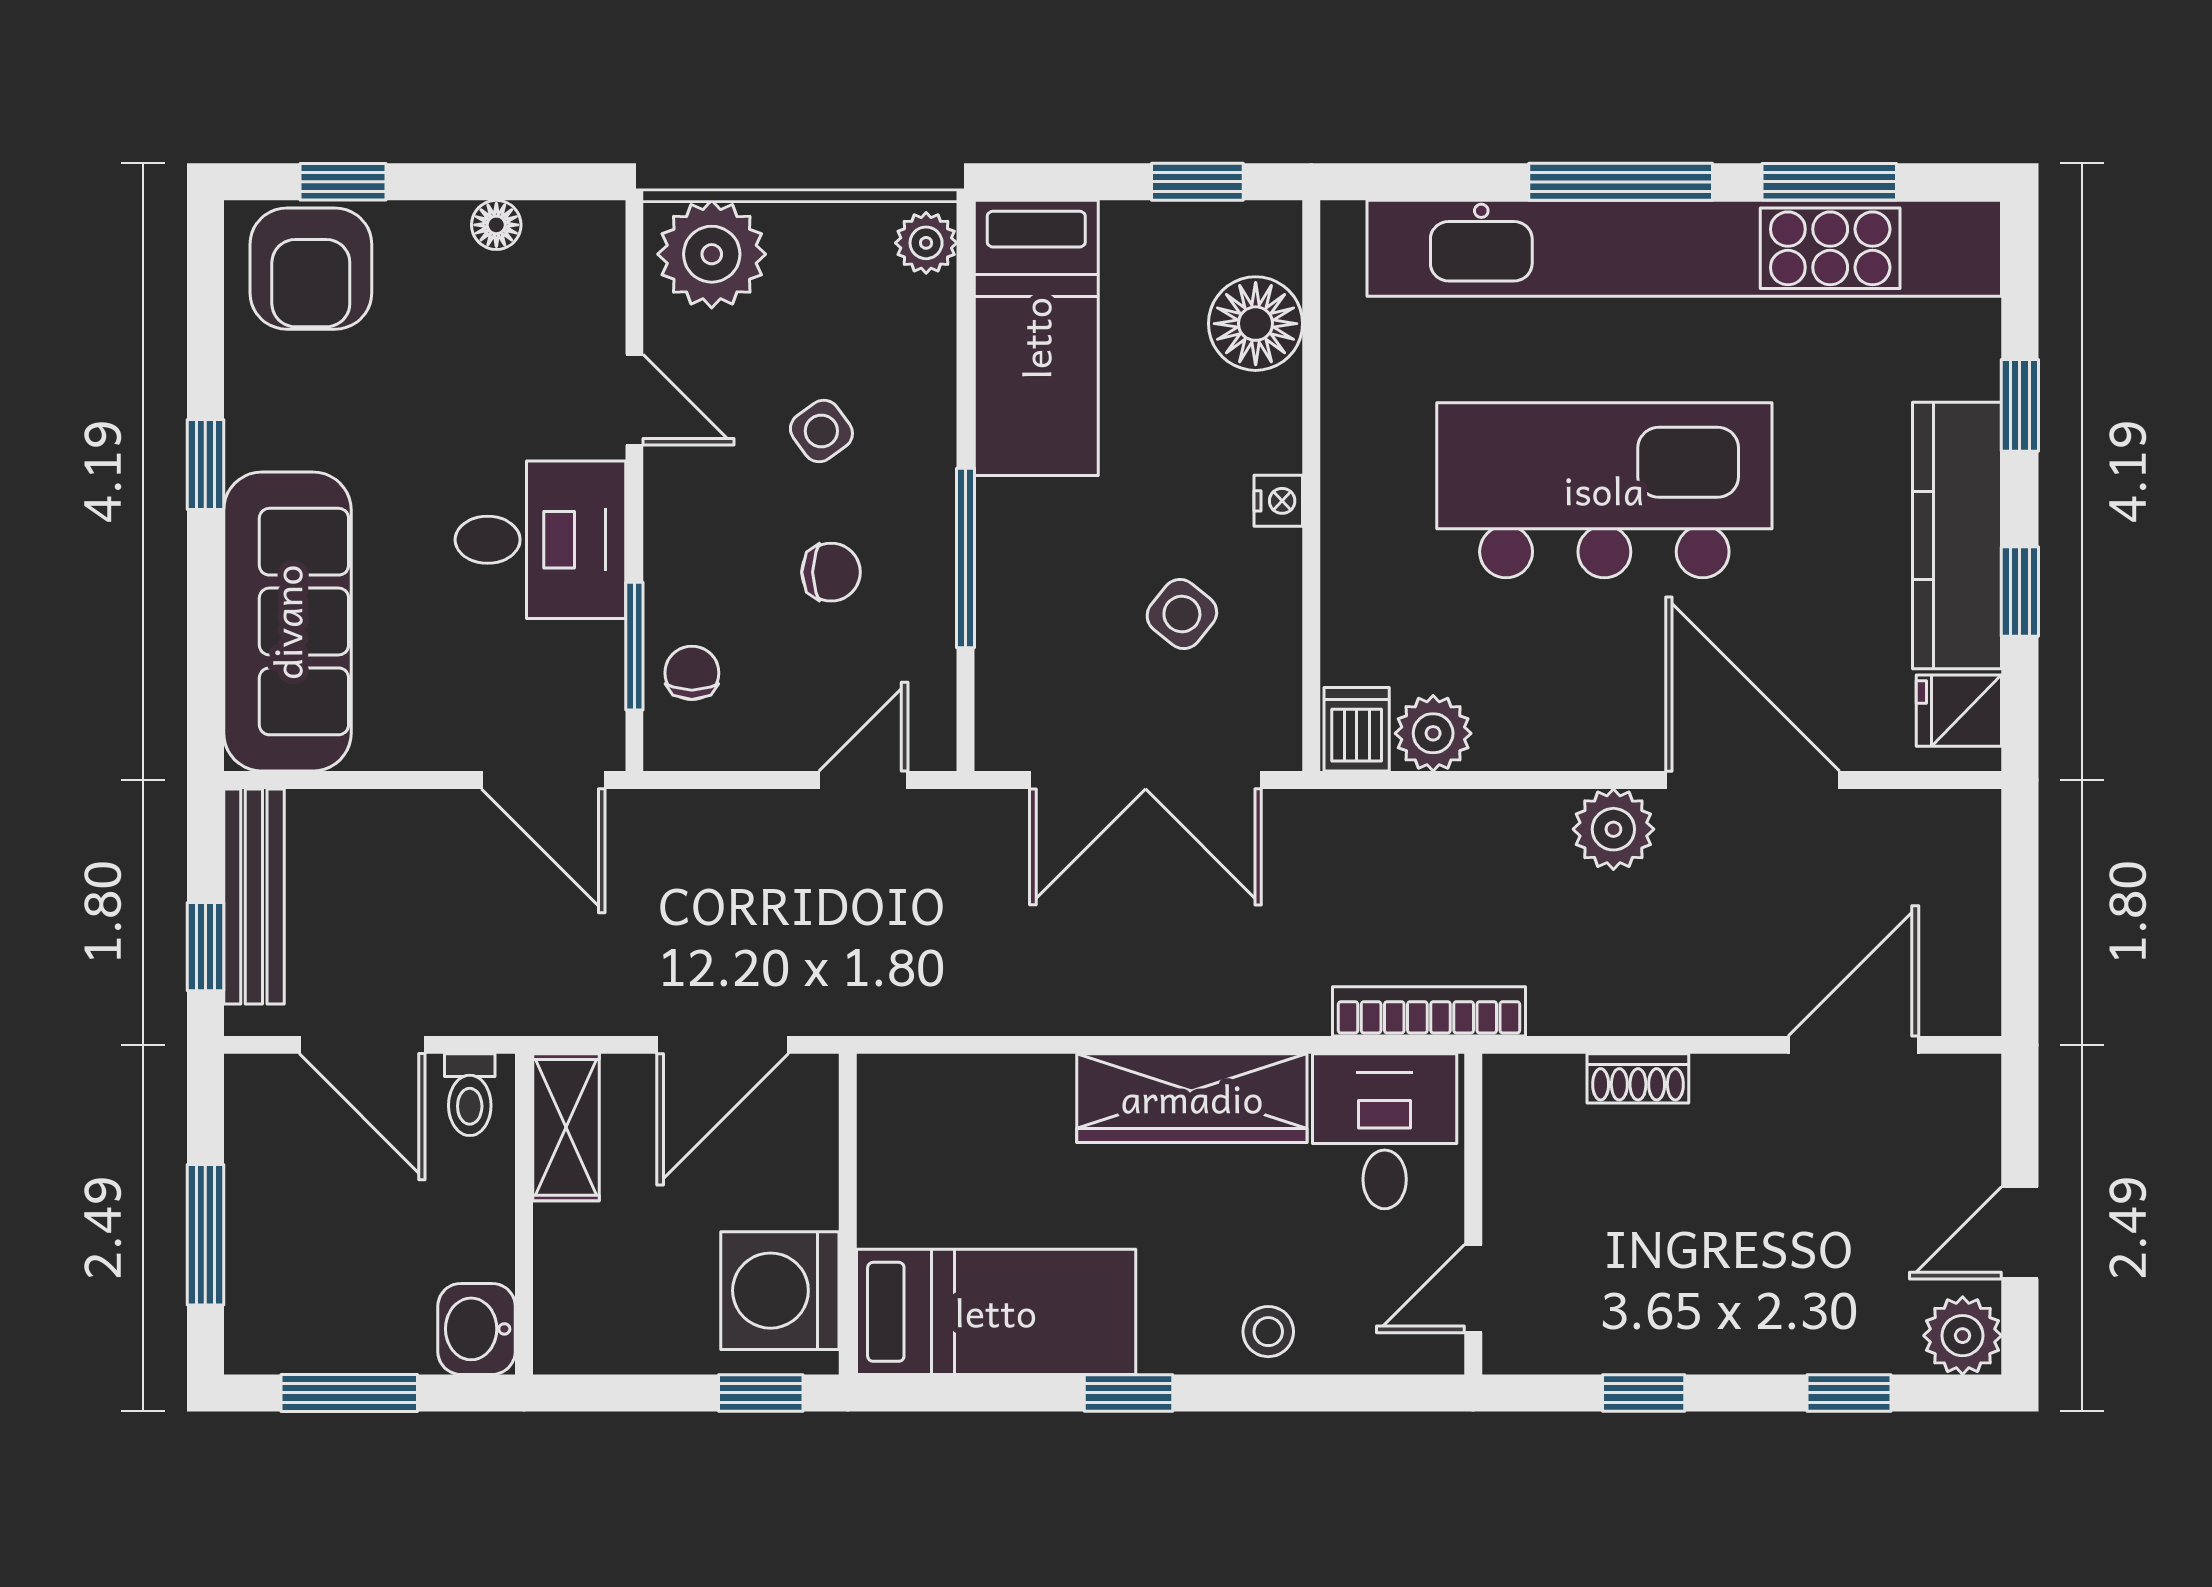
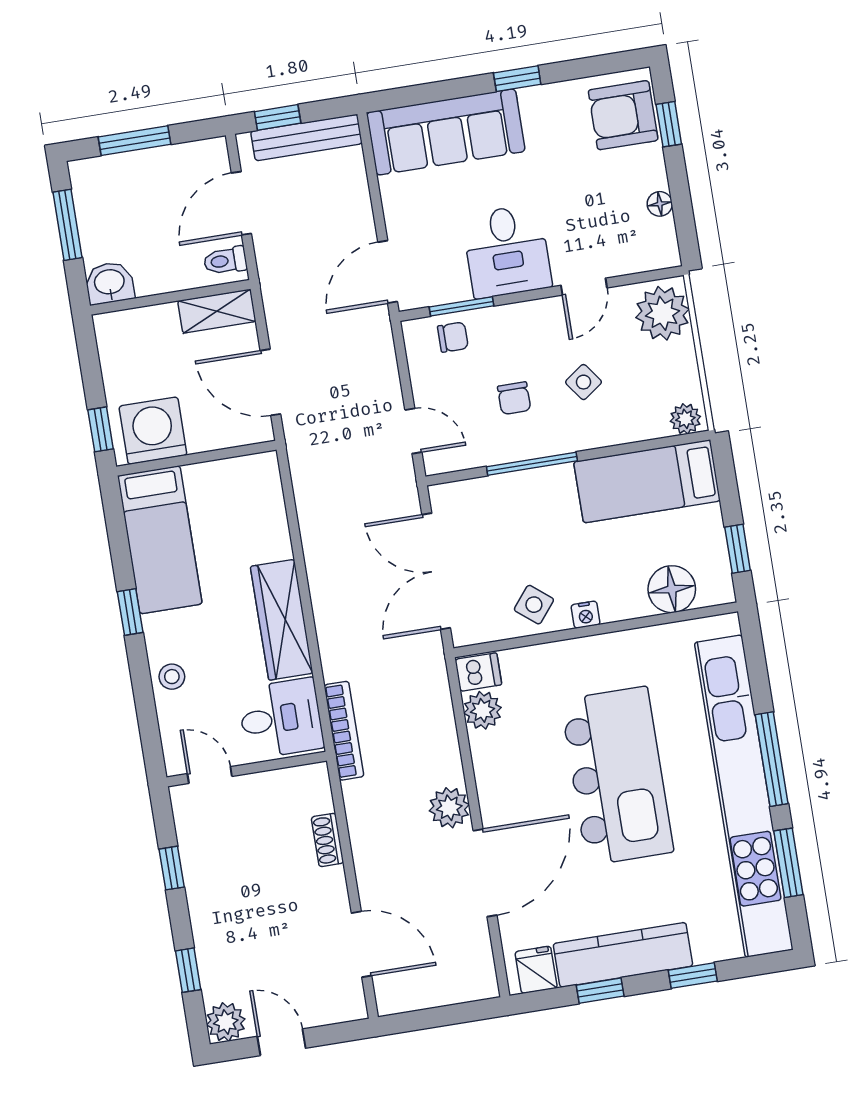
side table: (1182, 614) -> (534, 605), moved

